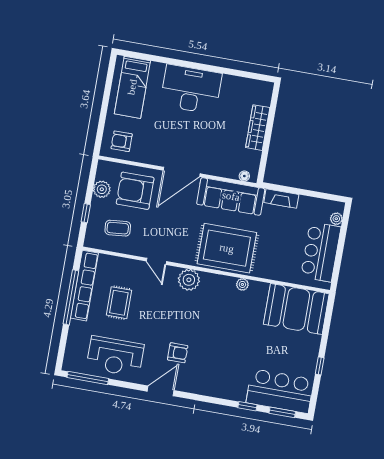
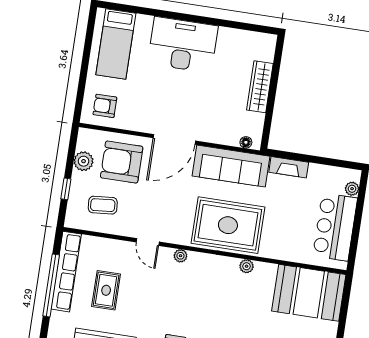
plant: (189, 280) -> (180, 256), width x0.53, depth x0.53

